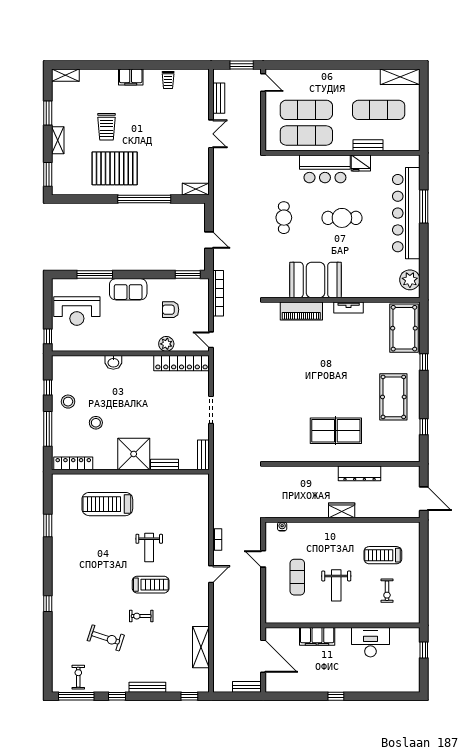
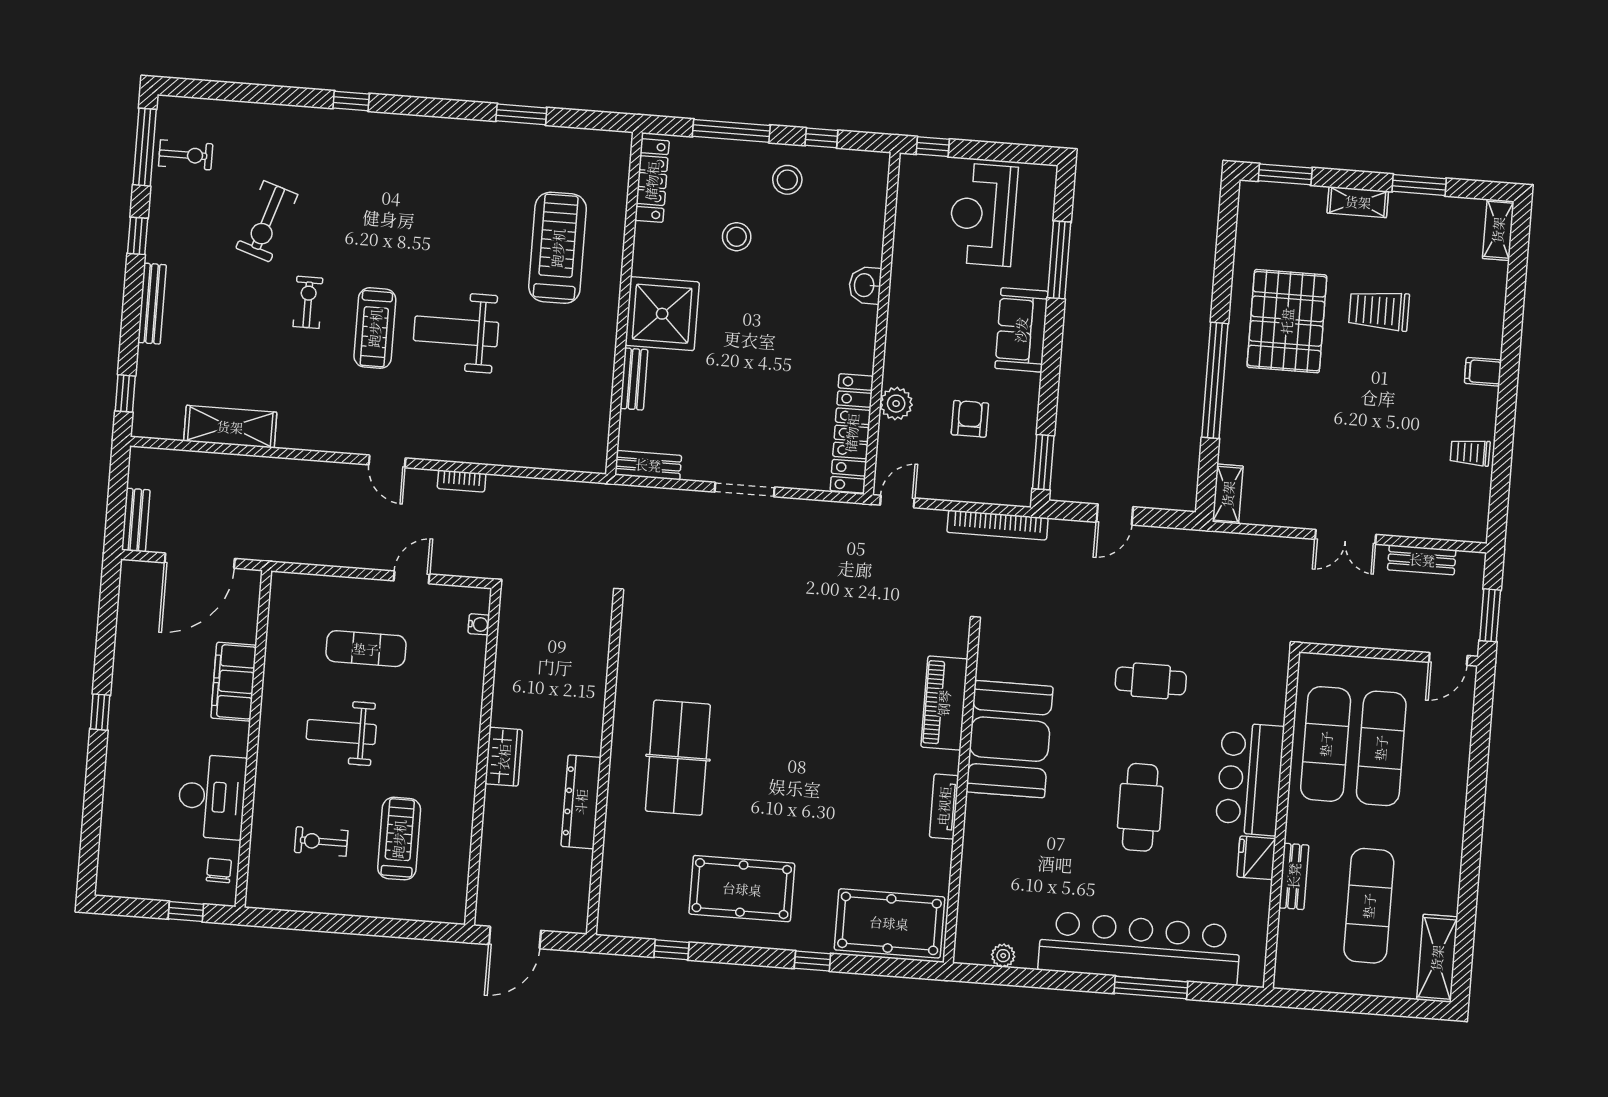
filing cabinet: (131, 77) -> (1483, 372), width x0.50
plant: (410, 280) -> (1003, 956), width x0.53, depth x0.53
weight bench: (149, 547) -> (456, 331), width x1.36, depth x1.33
chair: (404, 636) -> (219, 870), added

